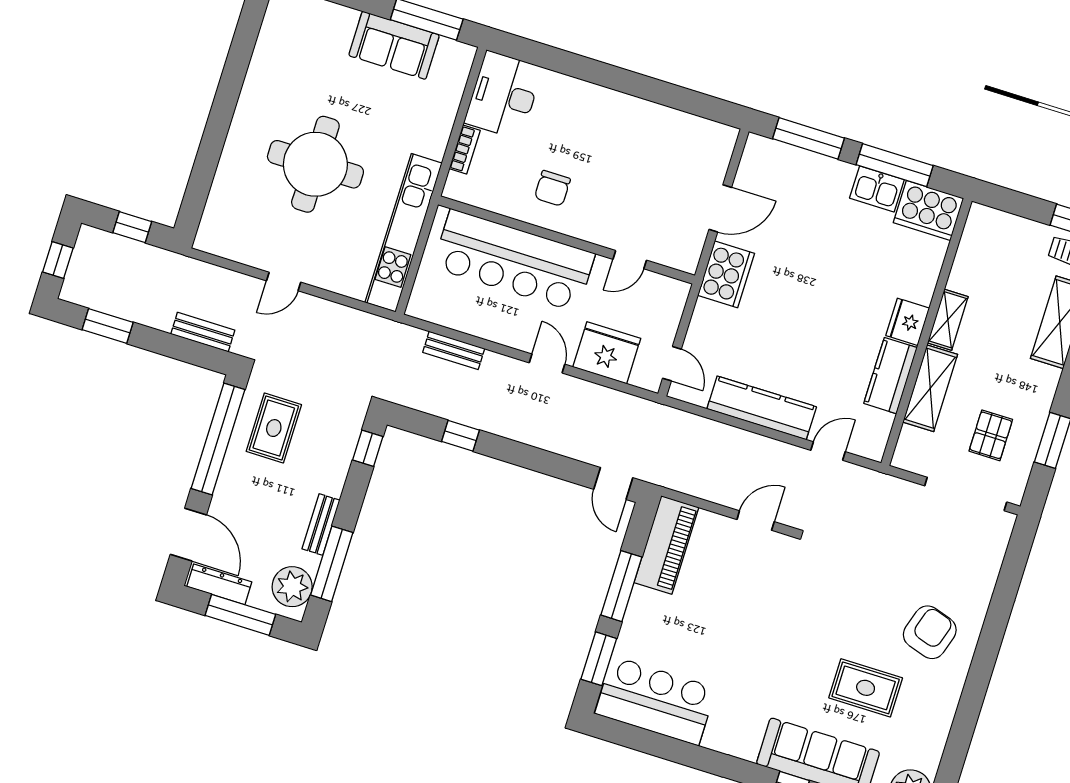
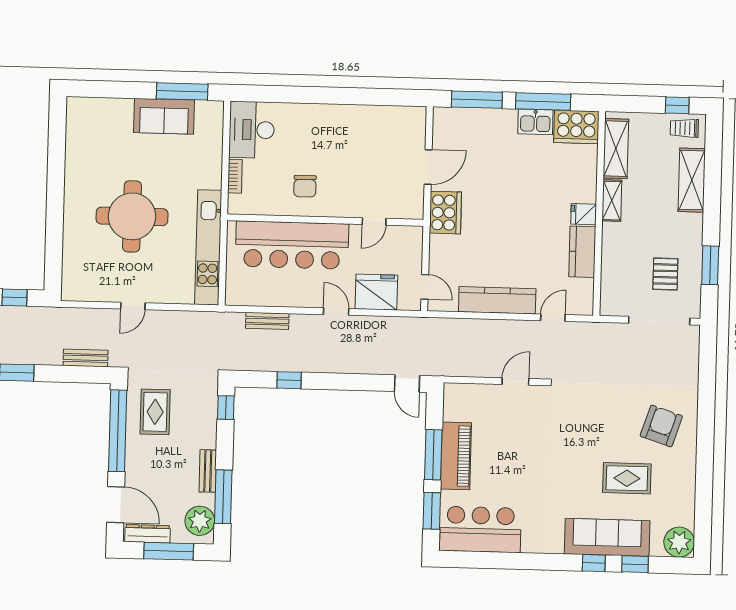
fridge: (908, 322) -> (584, 214), width x0.72
shelving: (930, 388) -> (616, 149), moved
piano: (666, 545) -> (456, 456), moved

